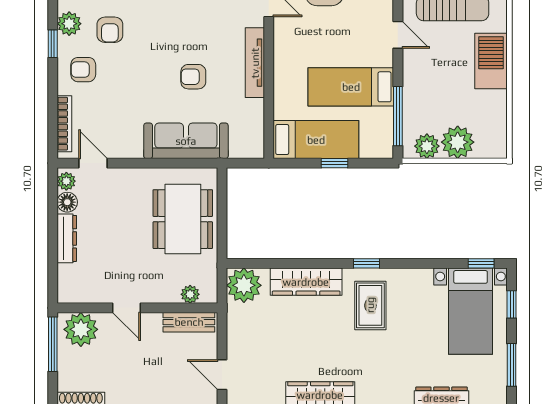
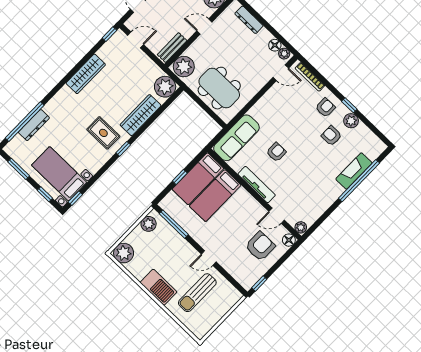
bed: (351, 87) -> (215, 196), moved, turned 180
sofa: (186, 141) -> (236, 138), moved
plant: (458, 142) -> (124, 253), moved
dresser: (67, 238) -> (249, 20), moved
plant: (190, 294) -> (184, 67), width x1.88, depth x1.88

